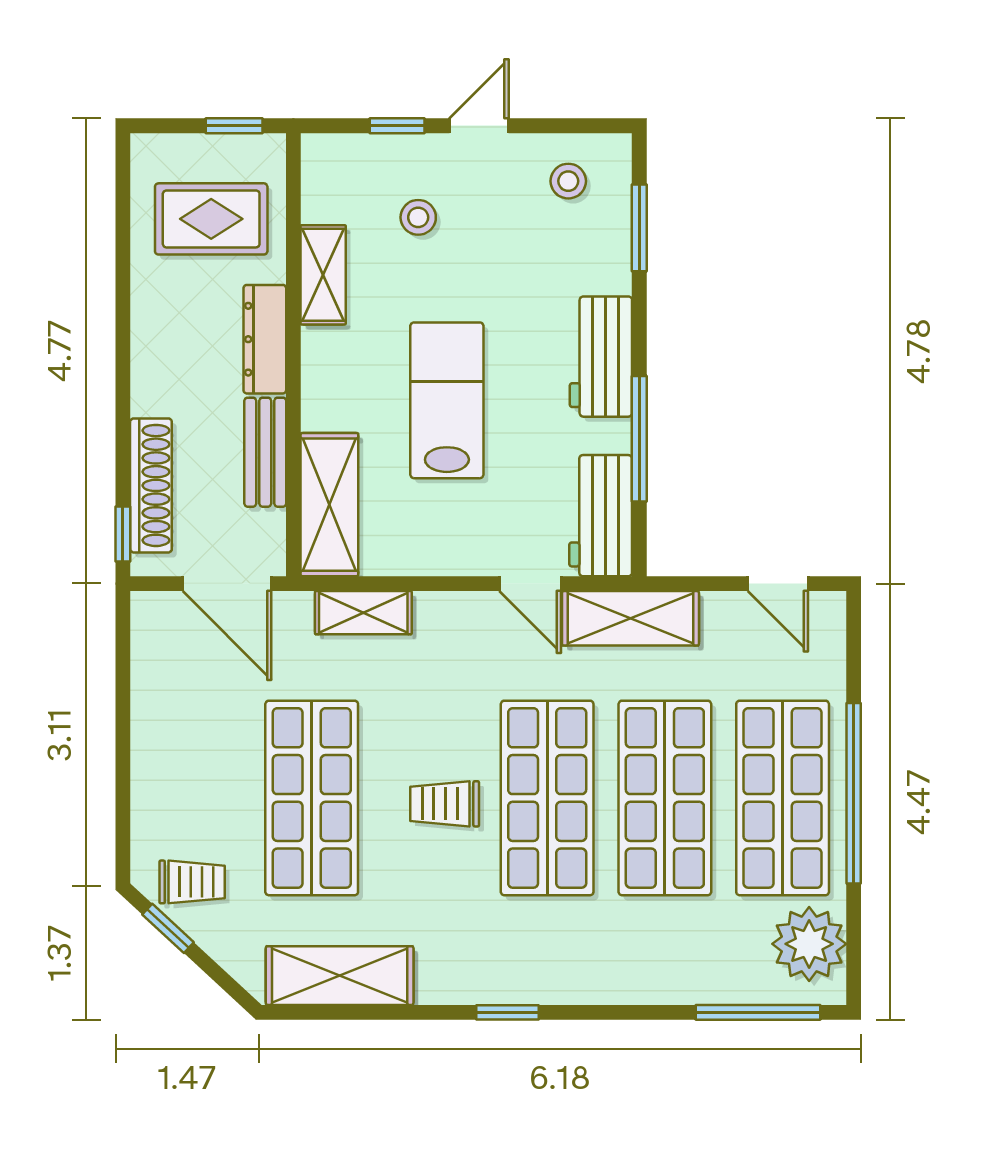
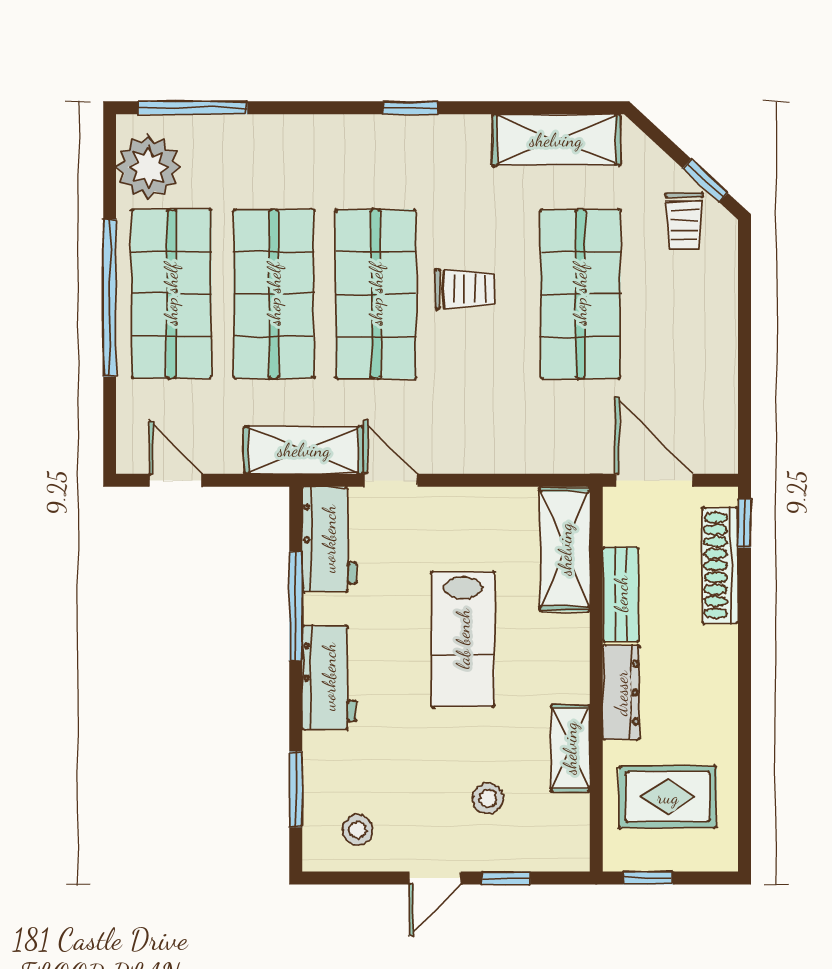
shelving: (363, 613) -> (536, 455), removed
trolley: (192, 882) -> (684, 221), turned -90

